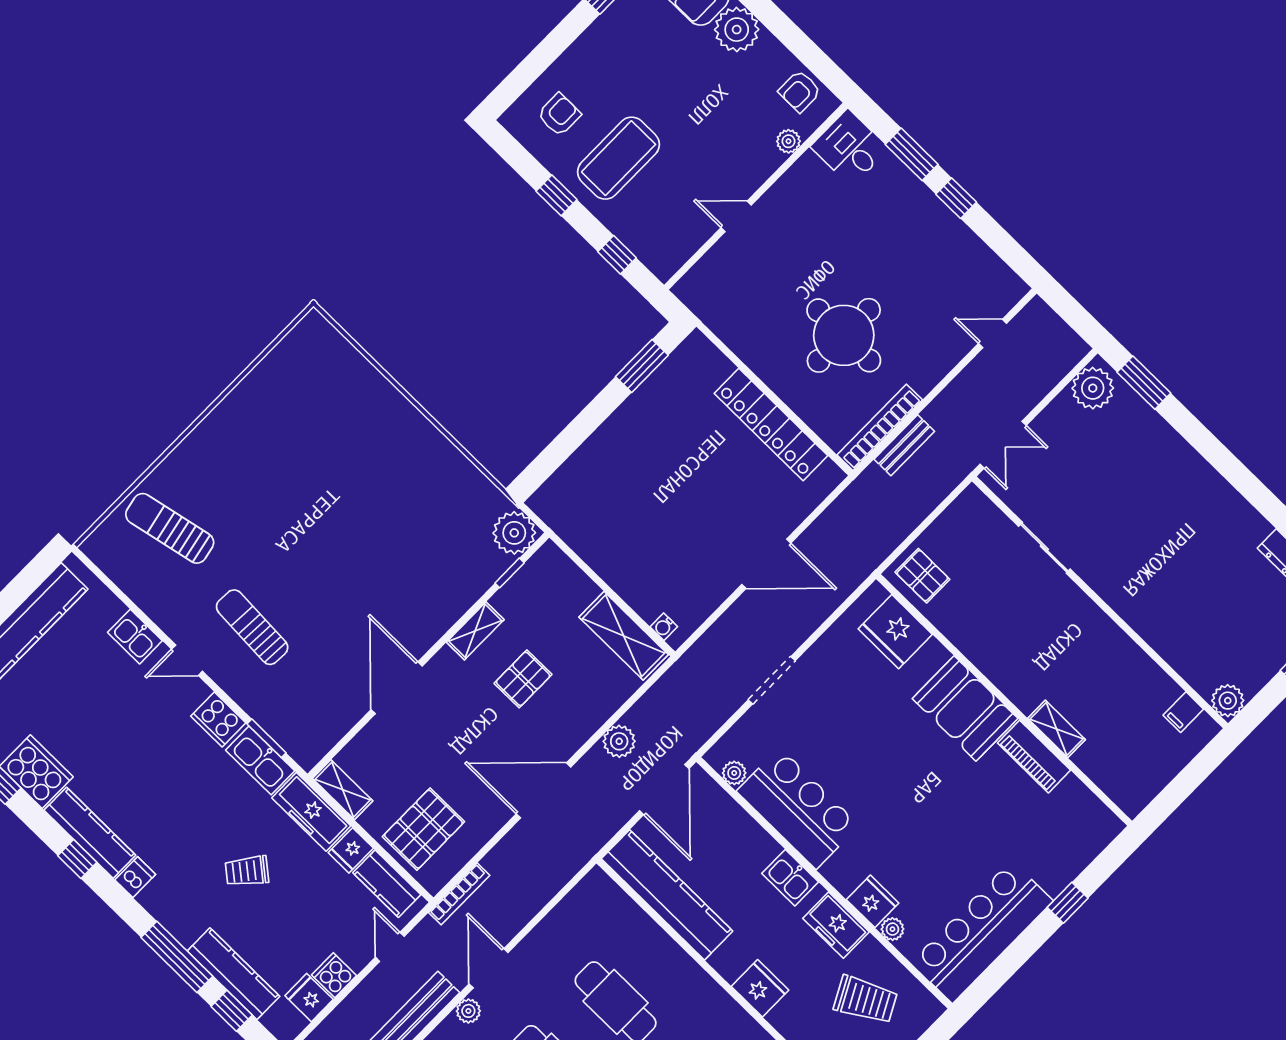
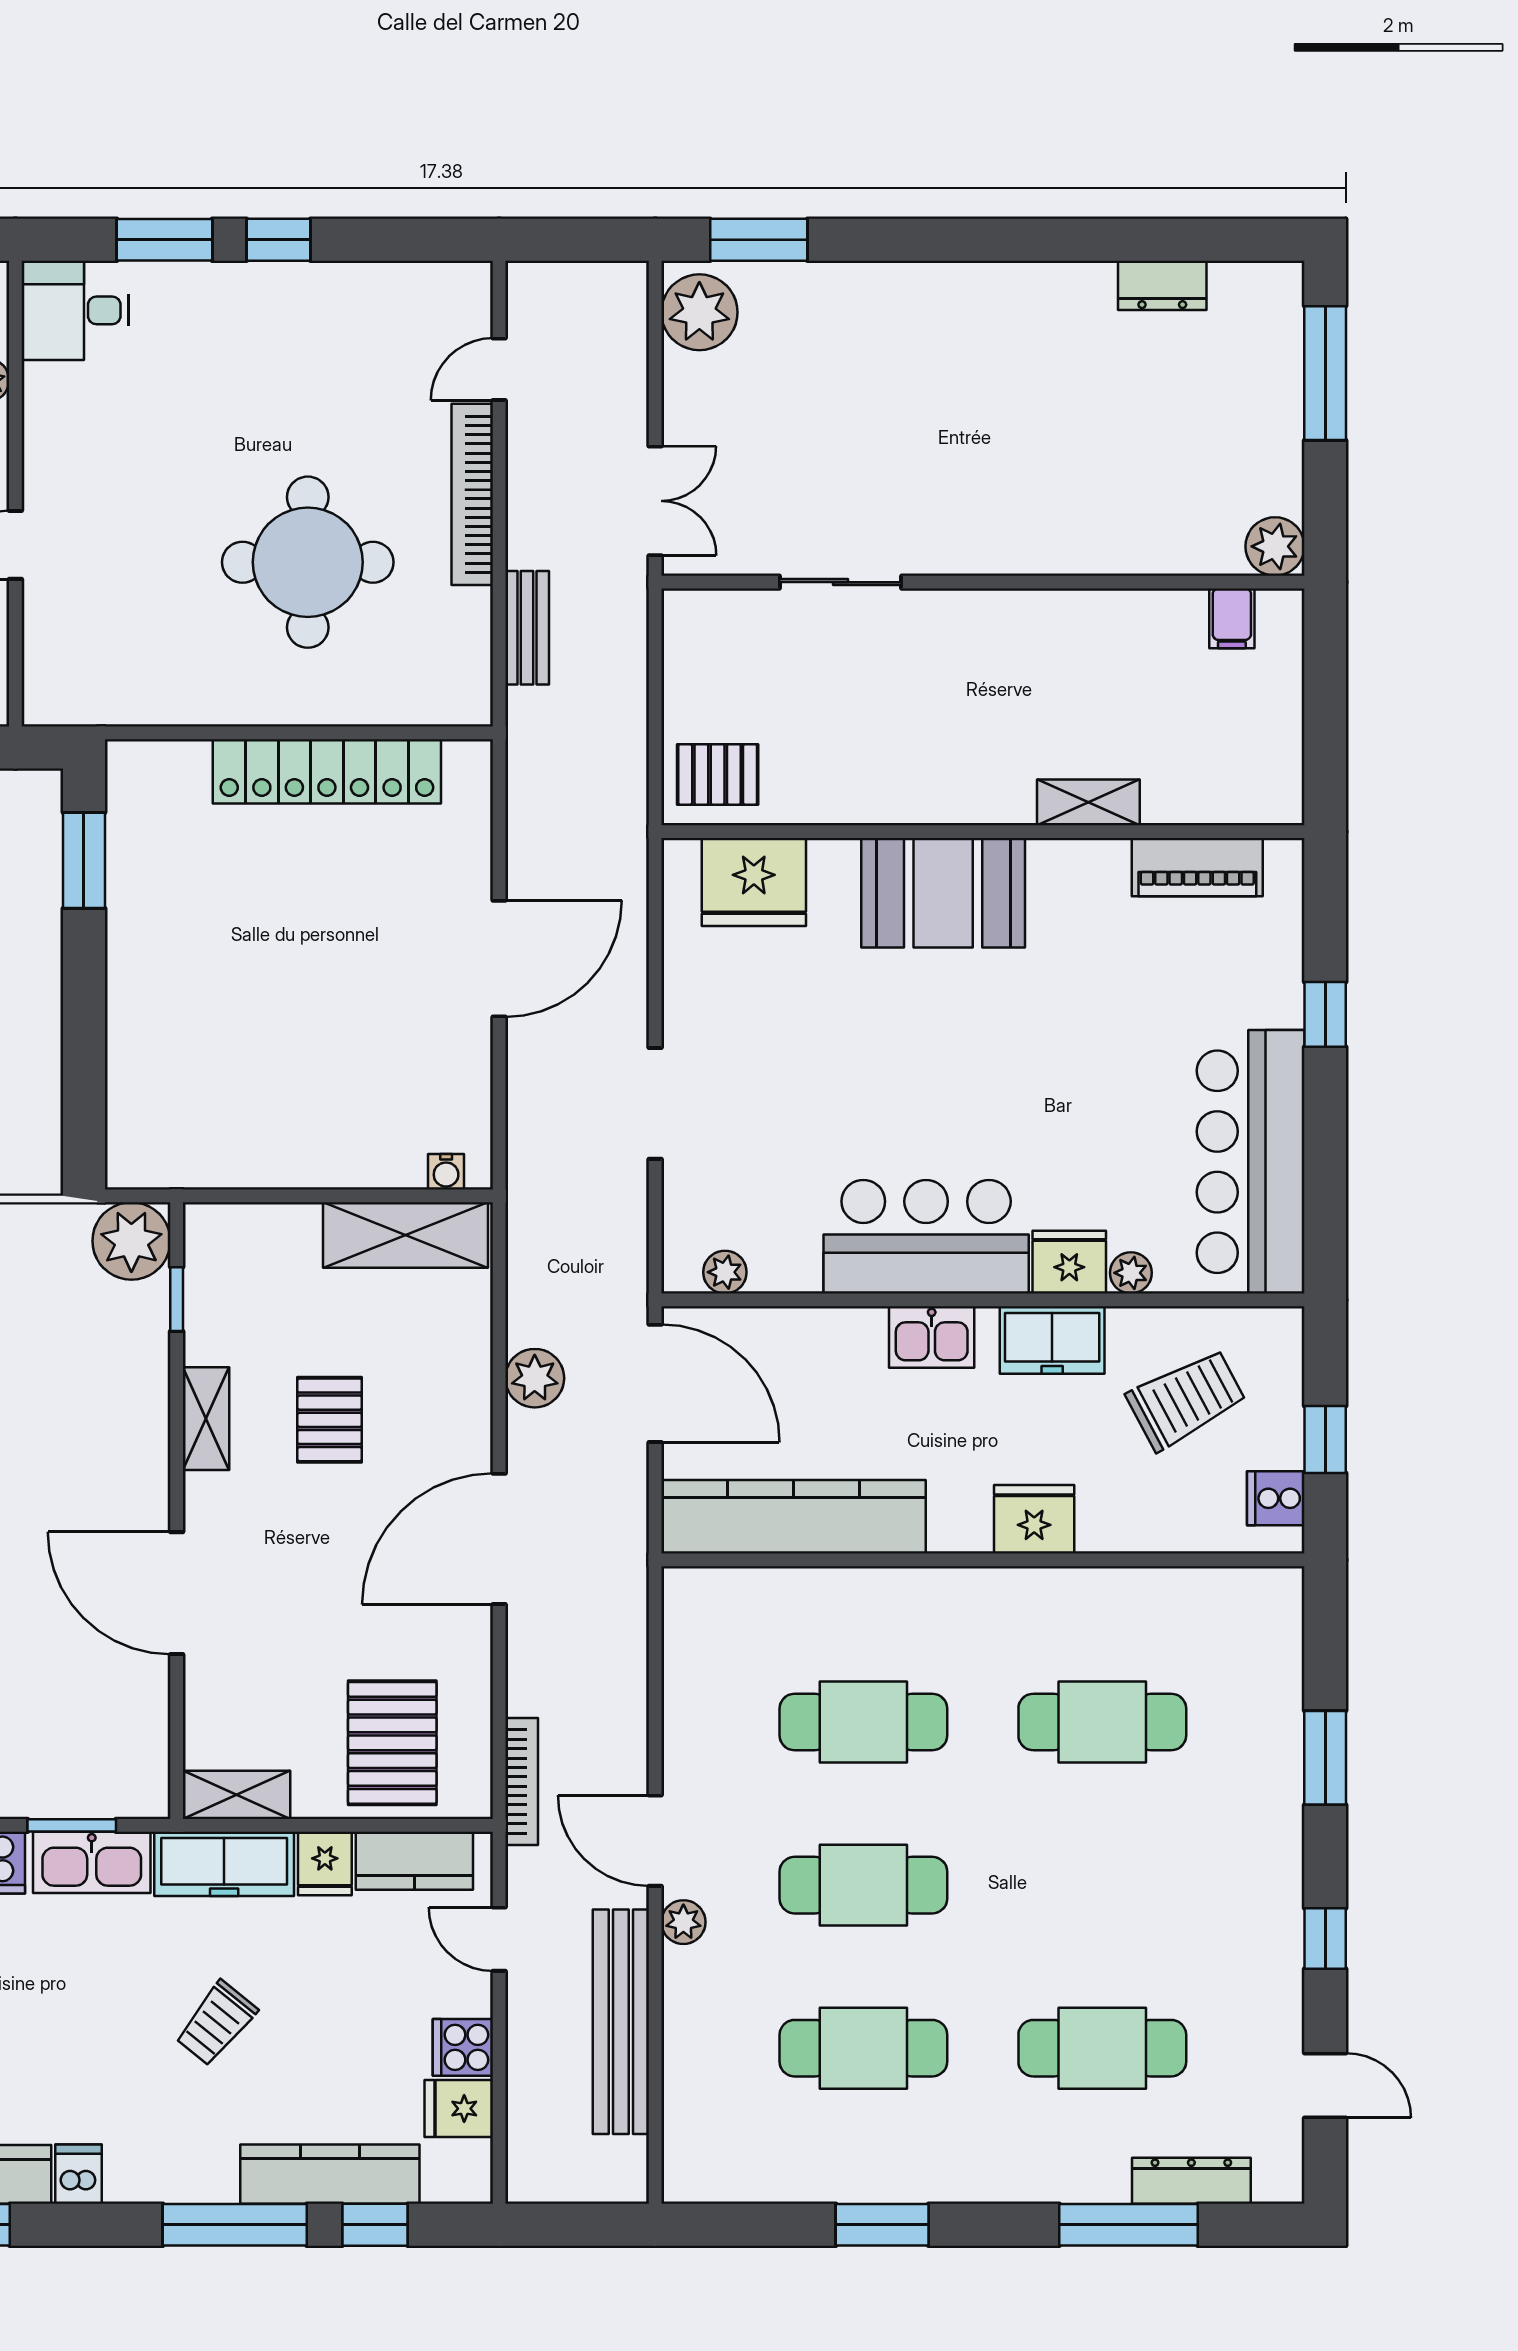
bookcase: (880, 427) -> (472, 494), moved
piano: (1034, 757) -> (1197, 867), moved
bar counter: (798, 808) -> (926, 1237), moved

